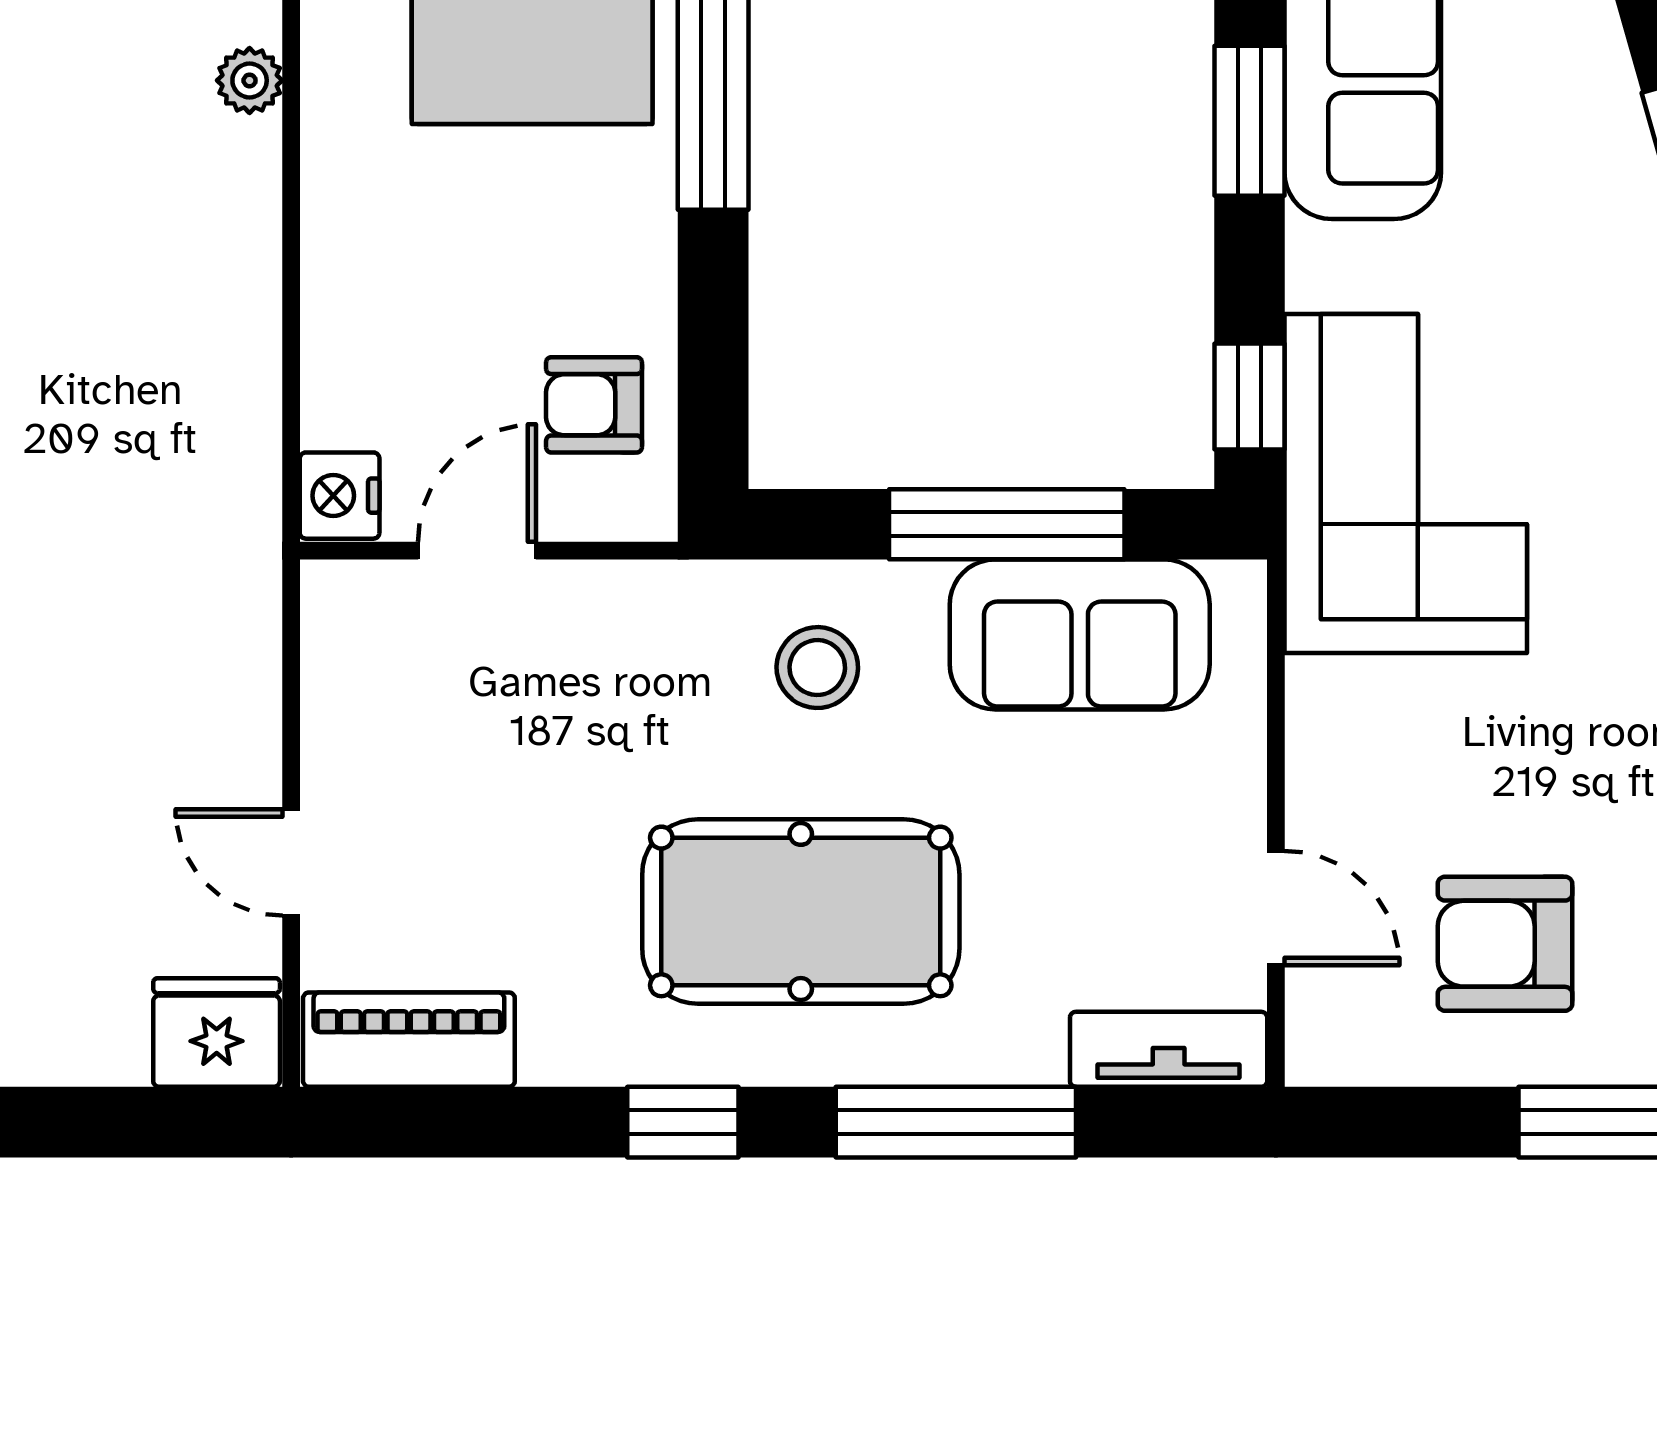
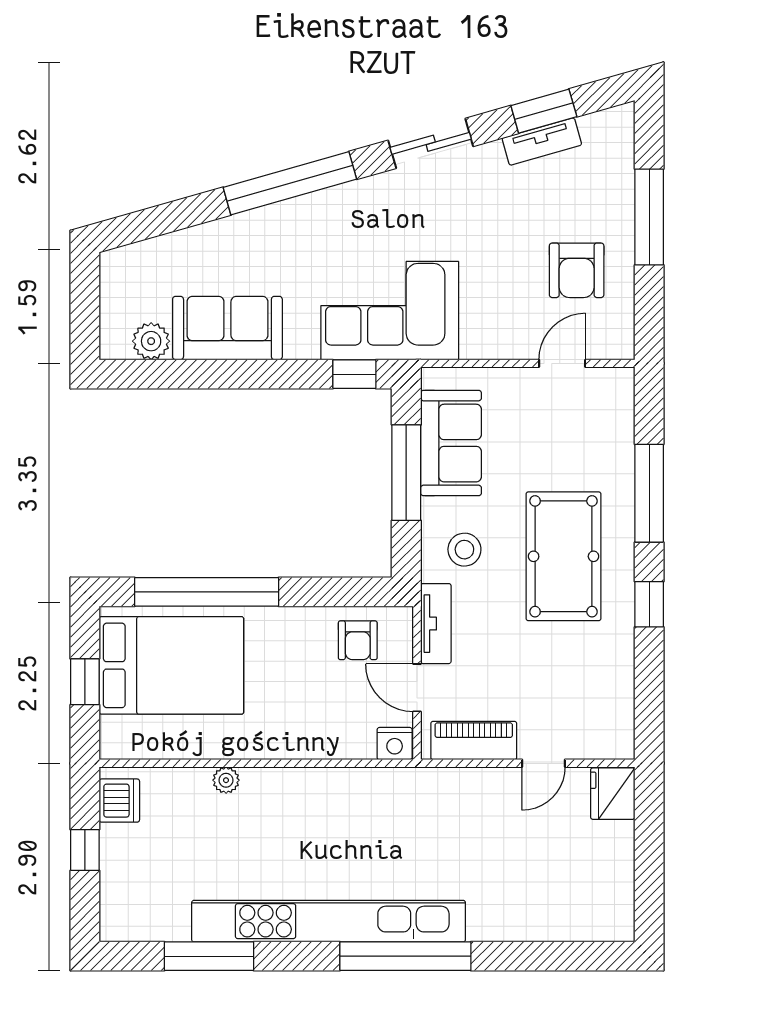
window: (1249, 121) -> (242, 374), removed
piano: (409, 1040) -> (474, 741), moved, turned 90
tv unit: (1169, 1049) -> (436, 624), moved, turned 180

